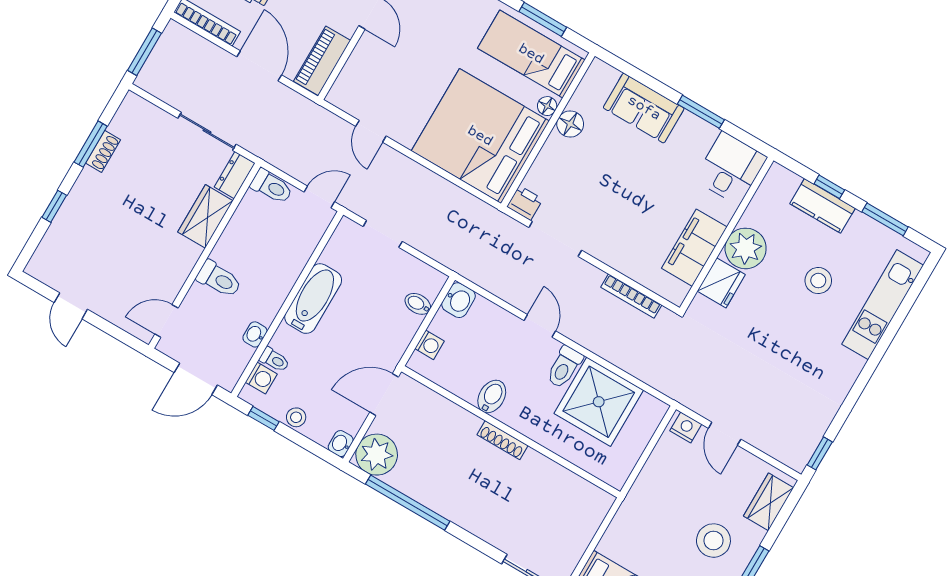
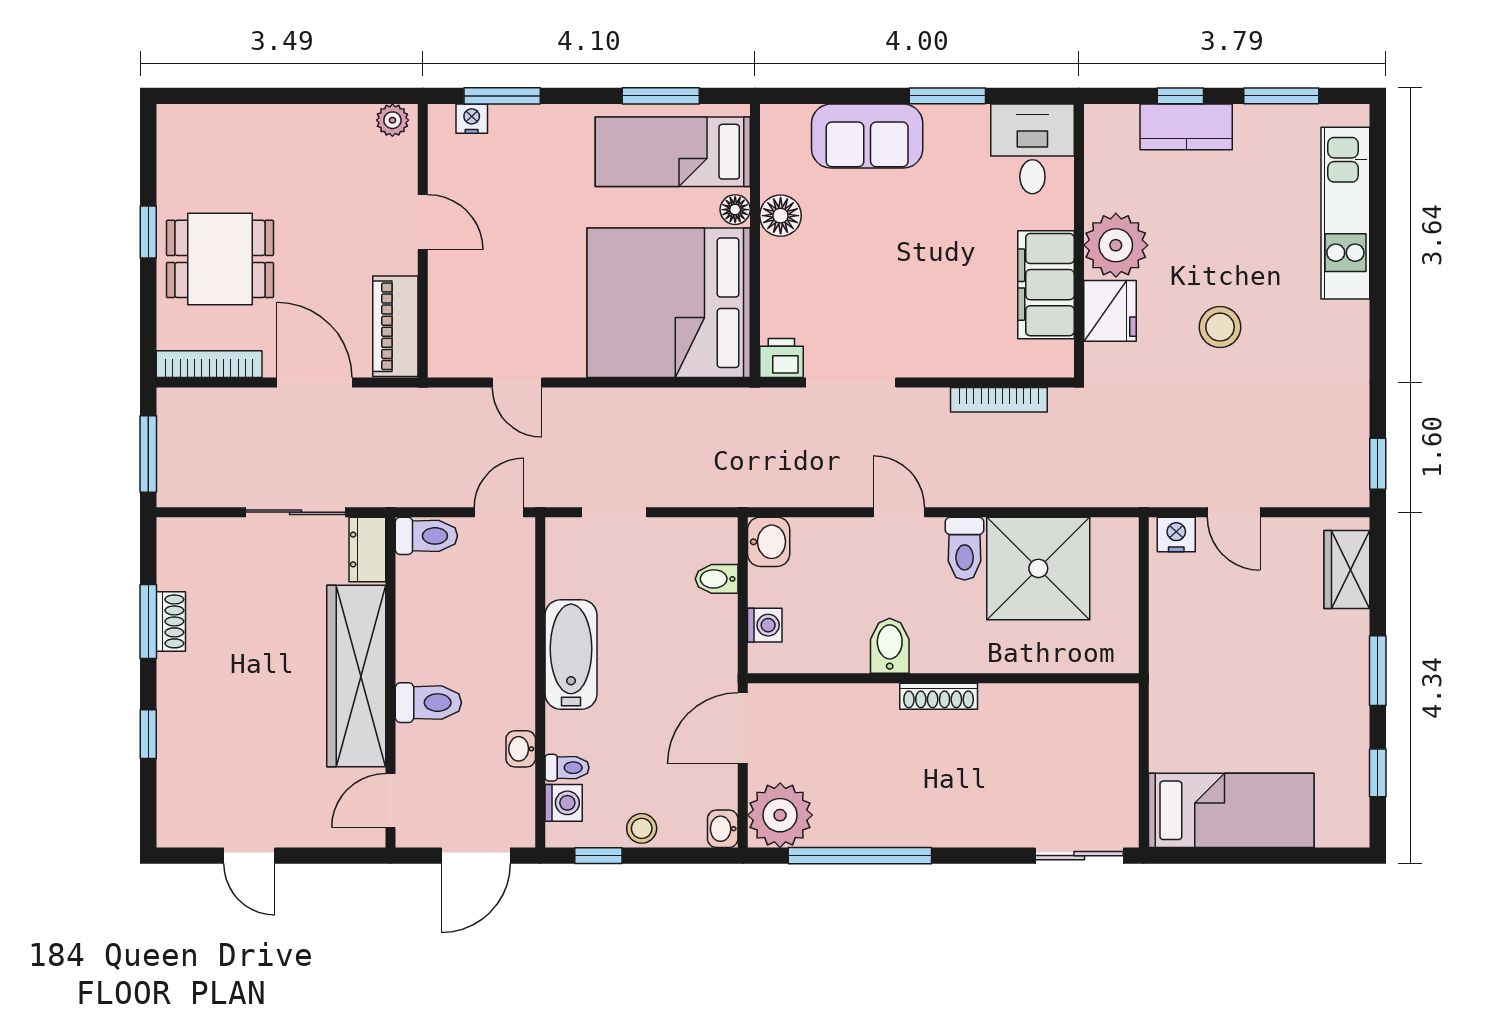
wardrobe: (205, 216) -> (356, 676), width x2.10, depth x1.17
stool: (818, 281) -> (1220, 327), moved
stool: (713, 541) -> (1303, 665), removed

